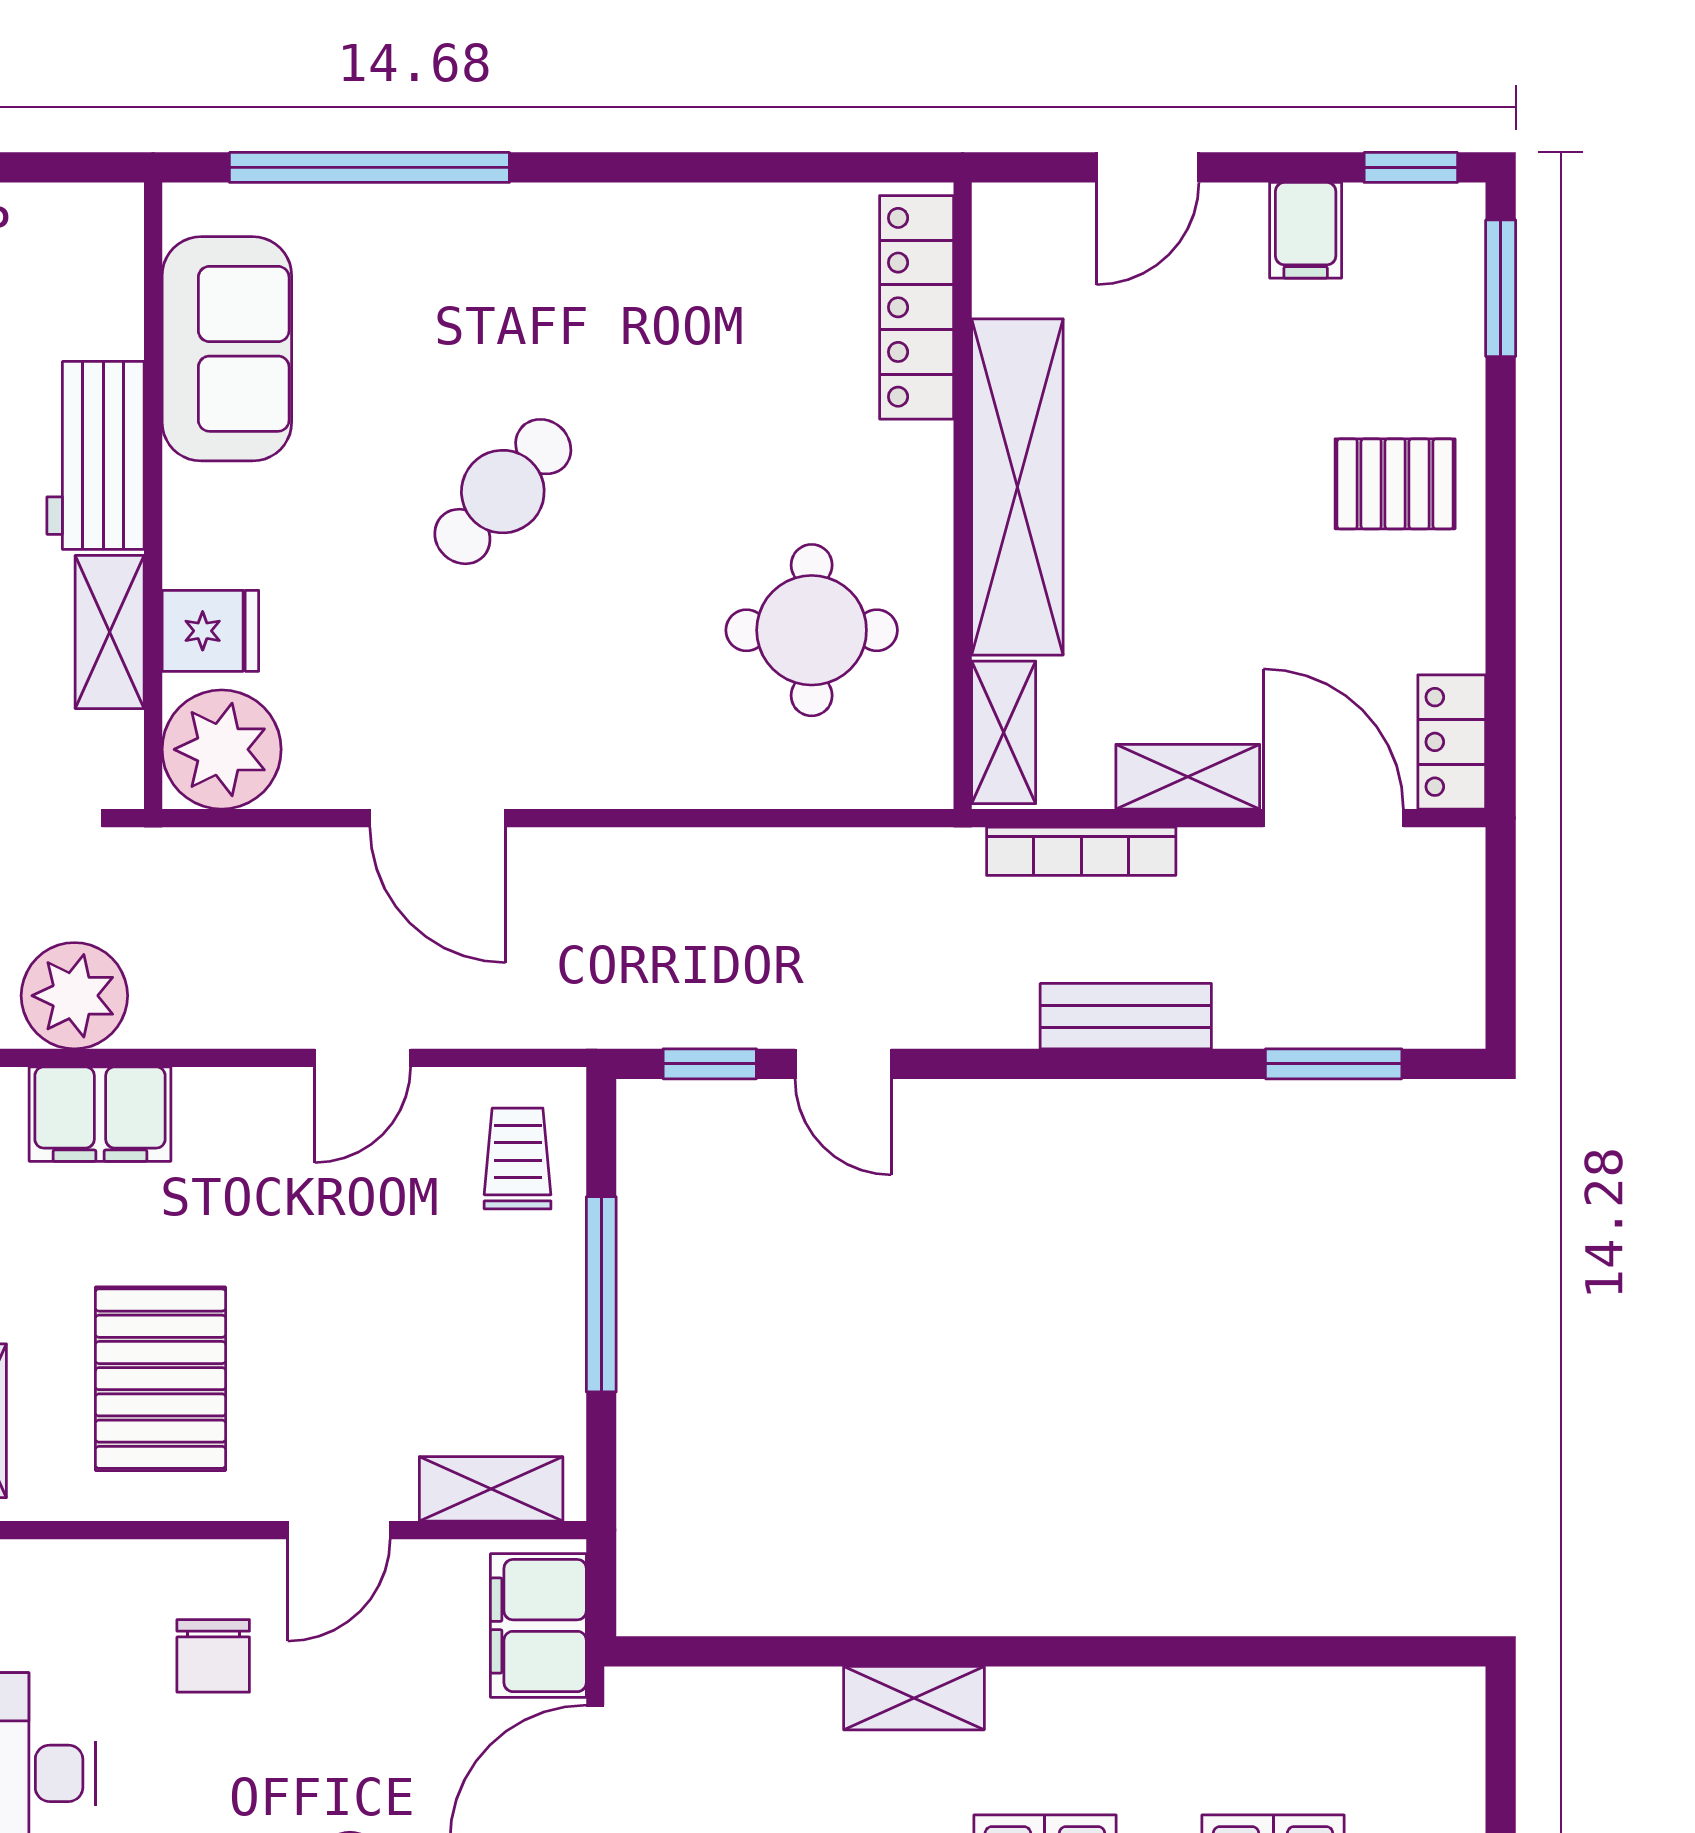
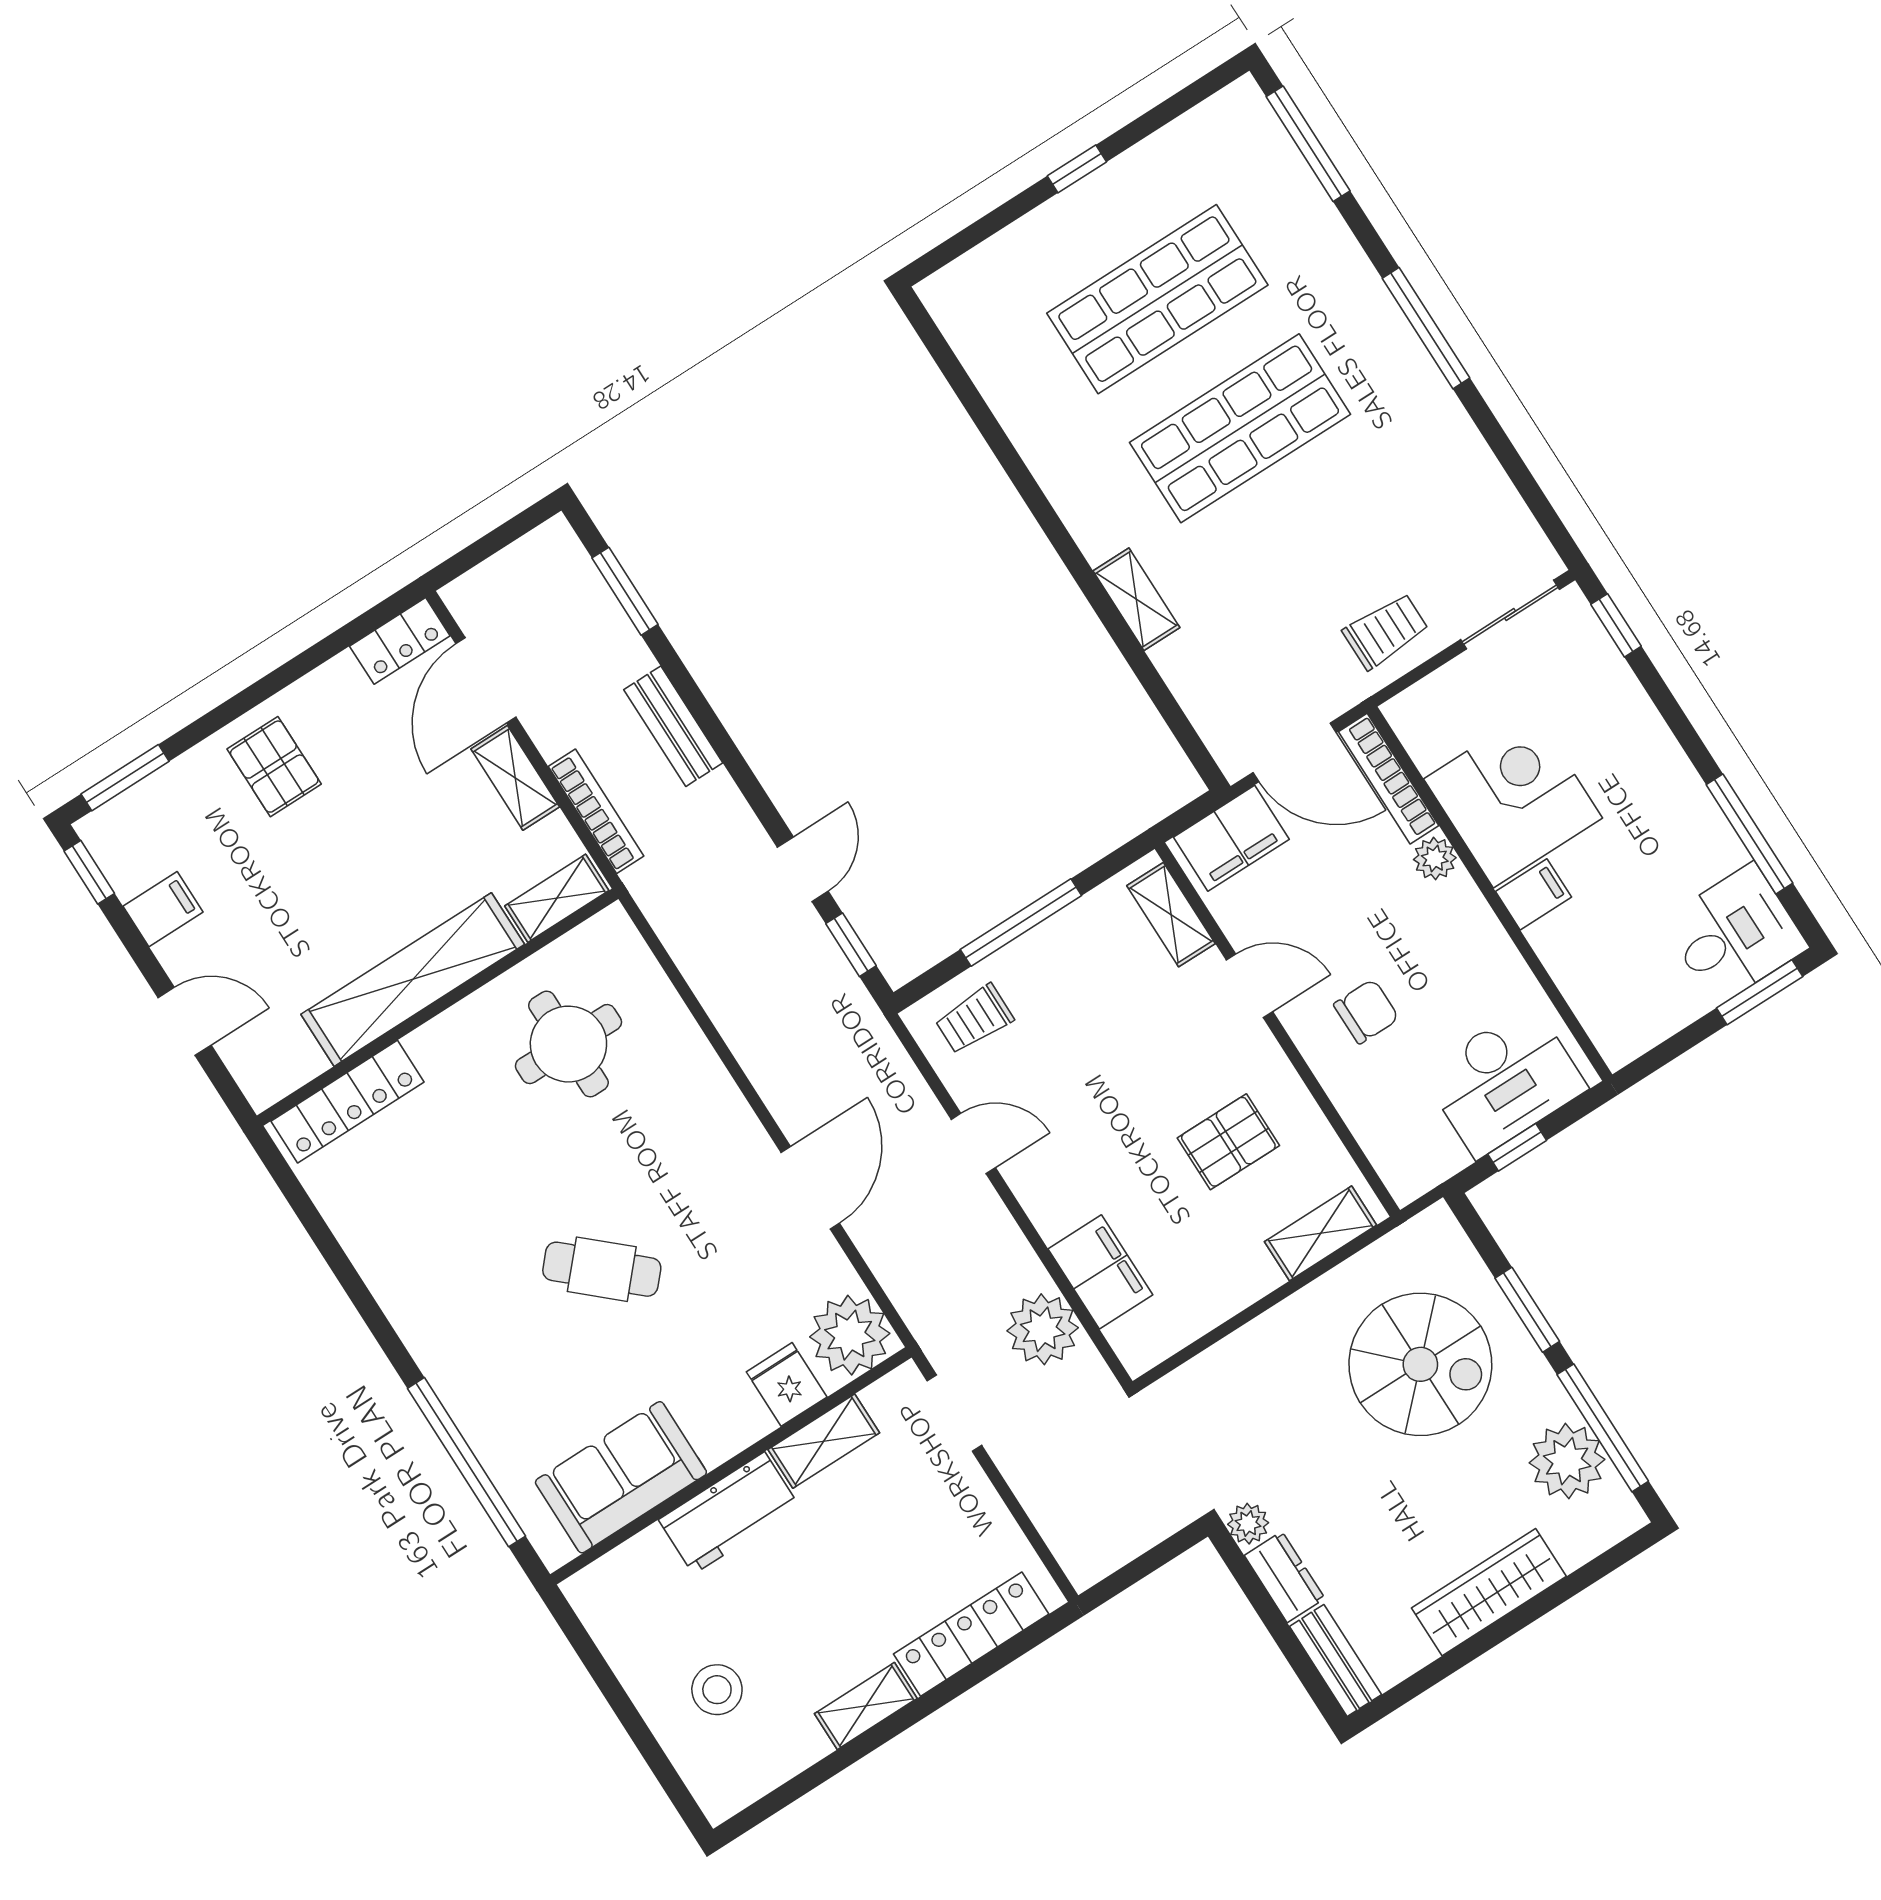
pallet: (161, 1379) -> (1228, 1142), width x0.67, depth x0.71

